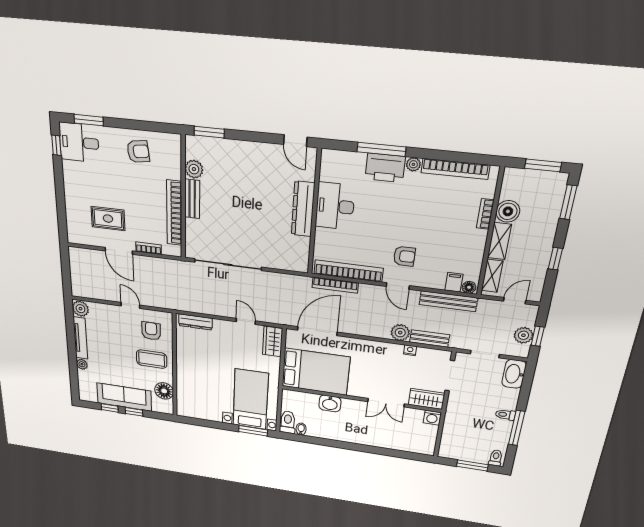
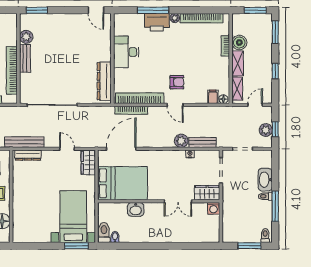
dresser: (303, 209) -> (104, 81), moved
bench: (448, 301) -> (24, 142), moved
washbasin: (514, 374) -> (265, 180), moved

